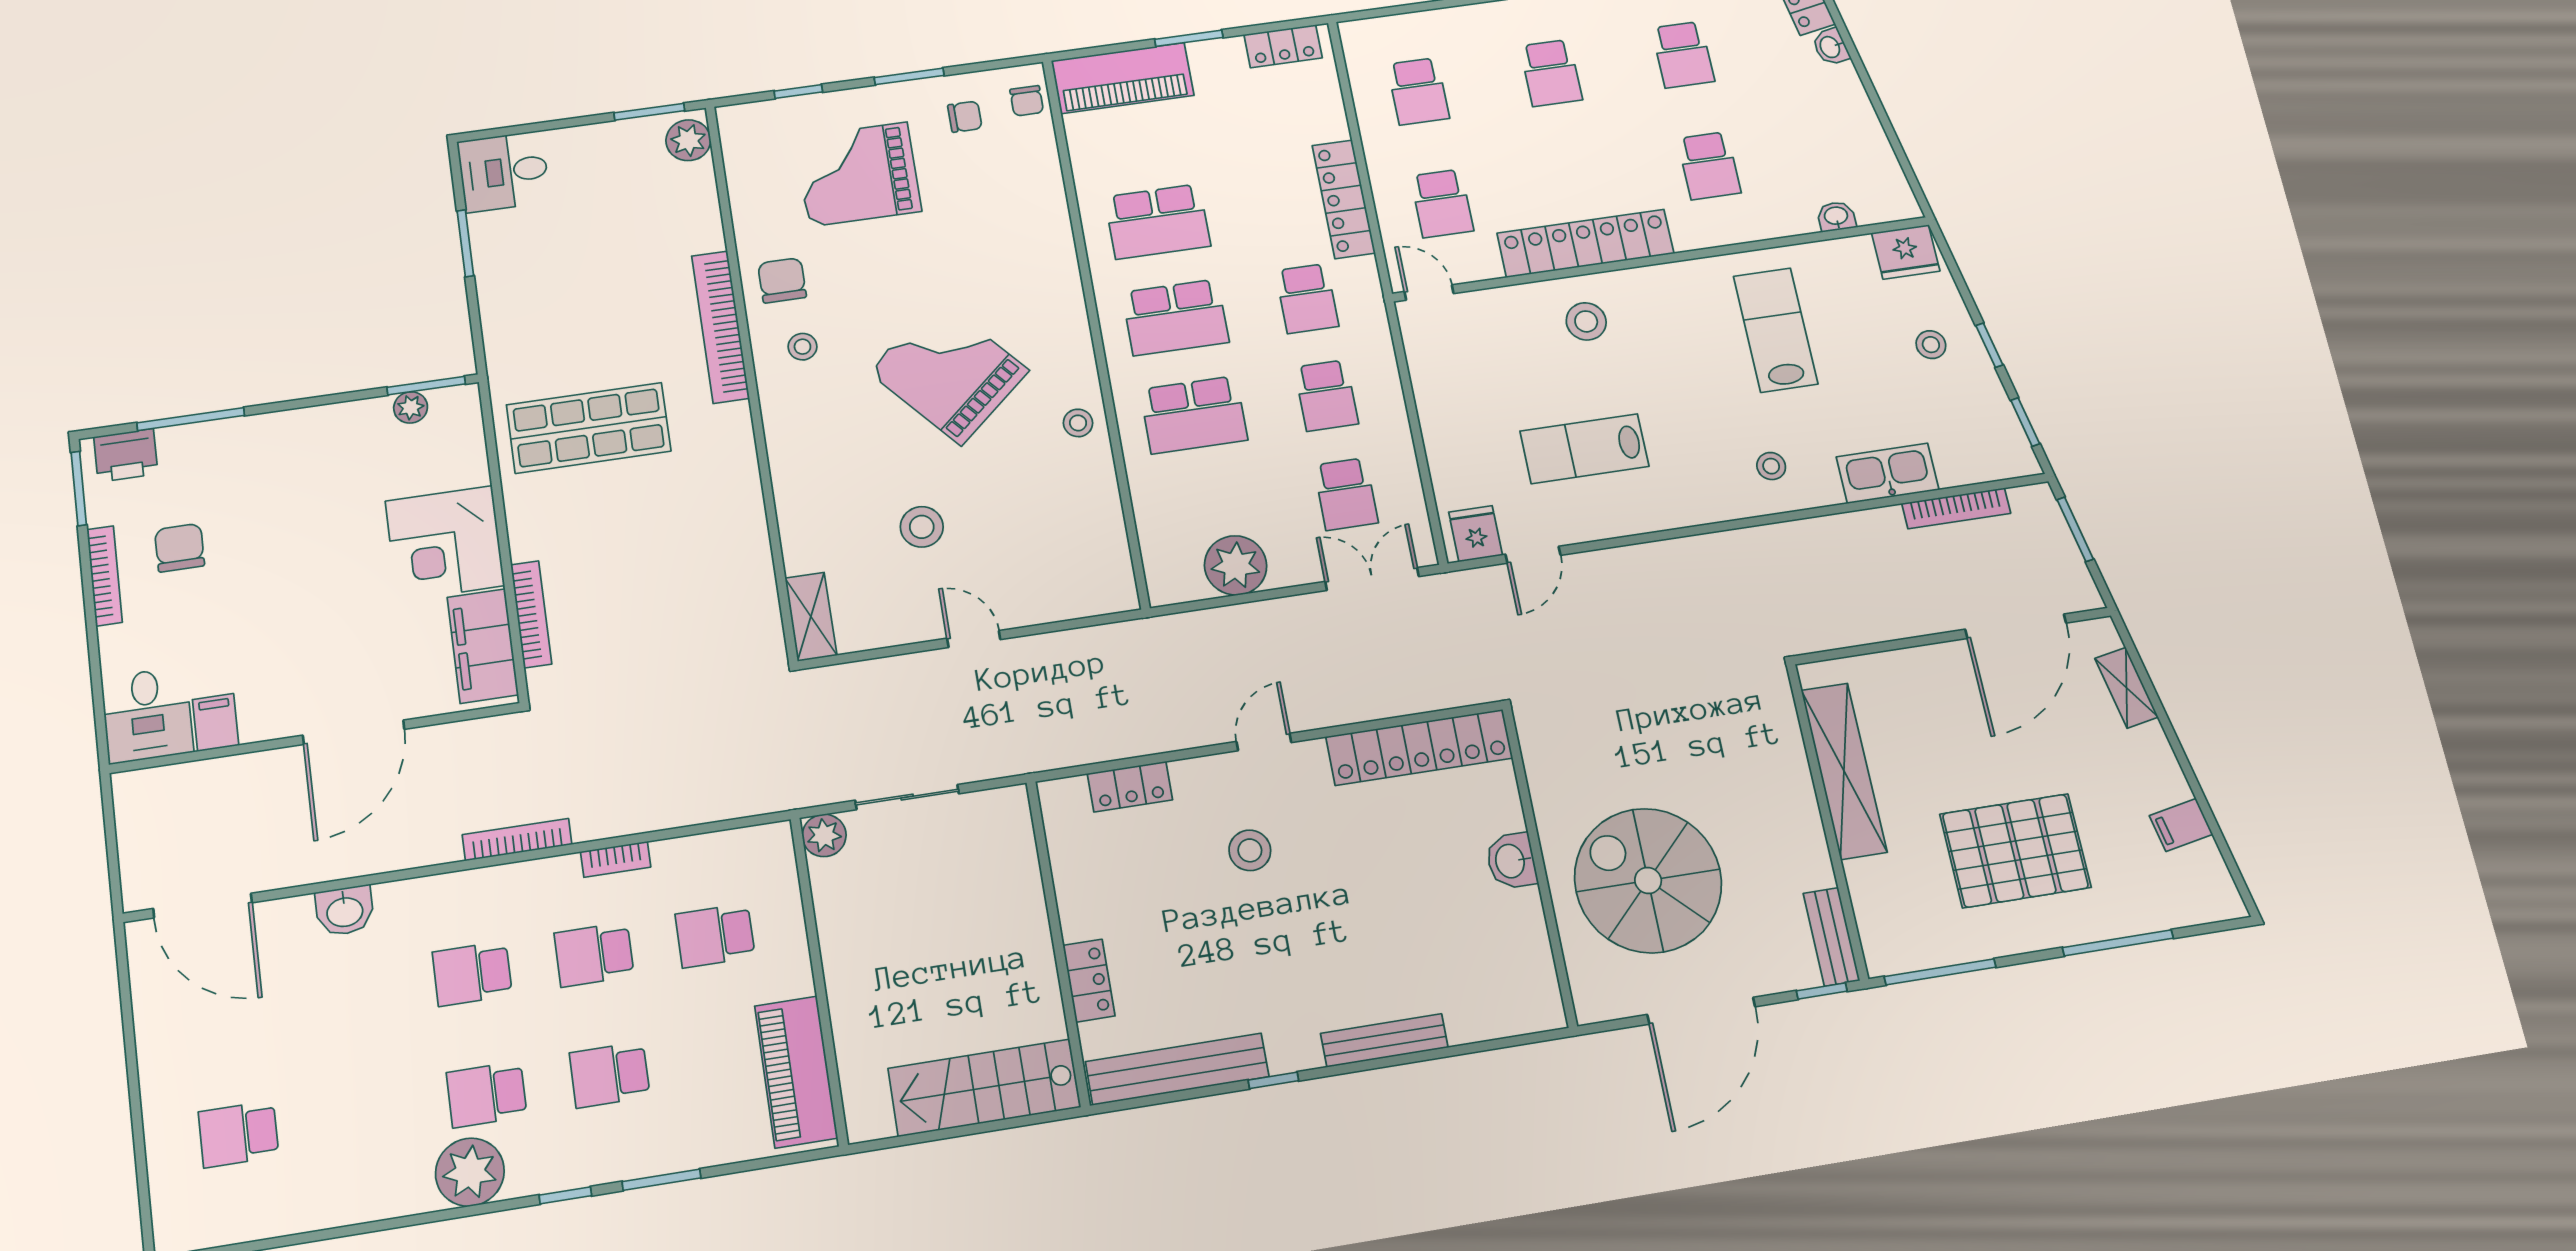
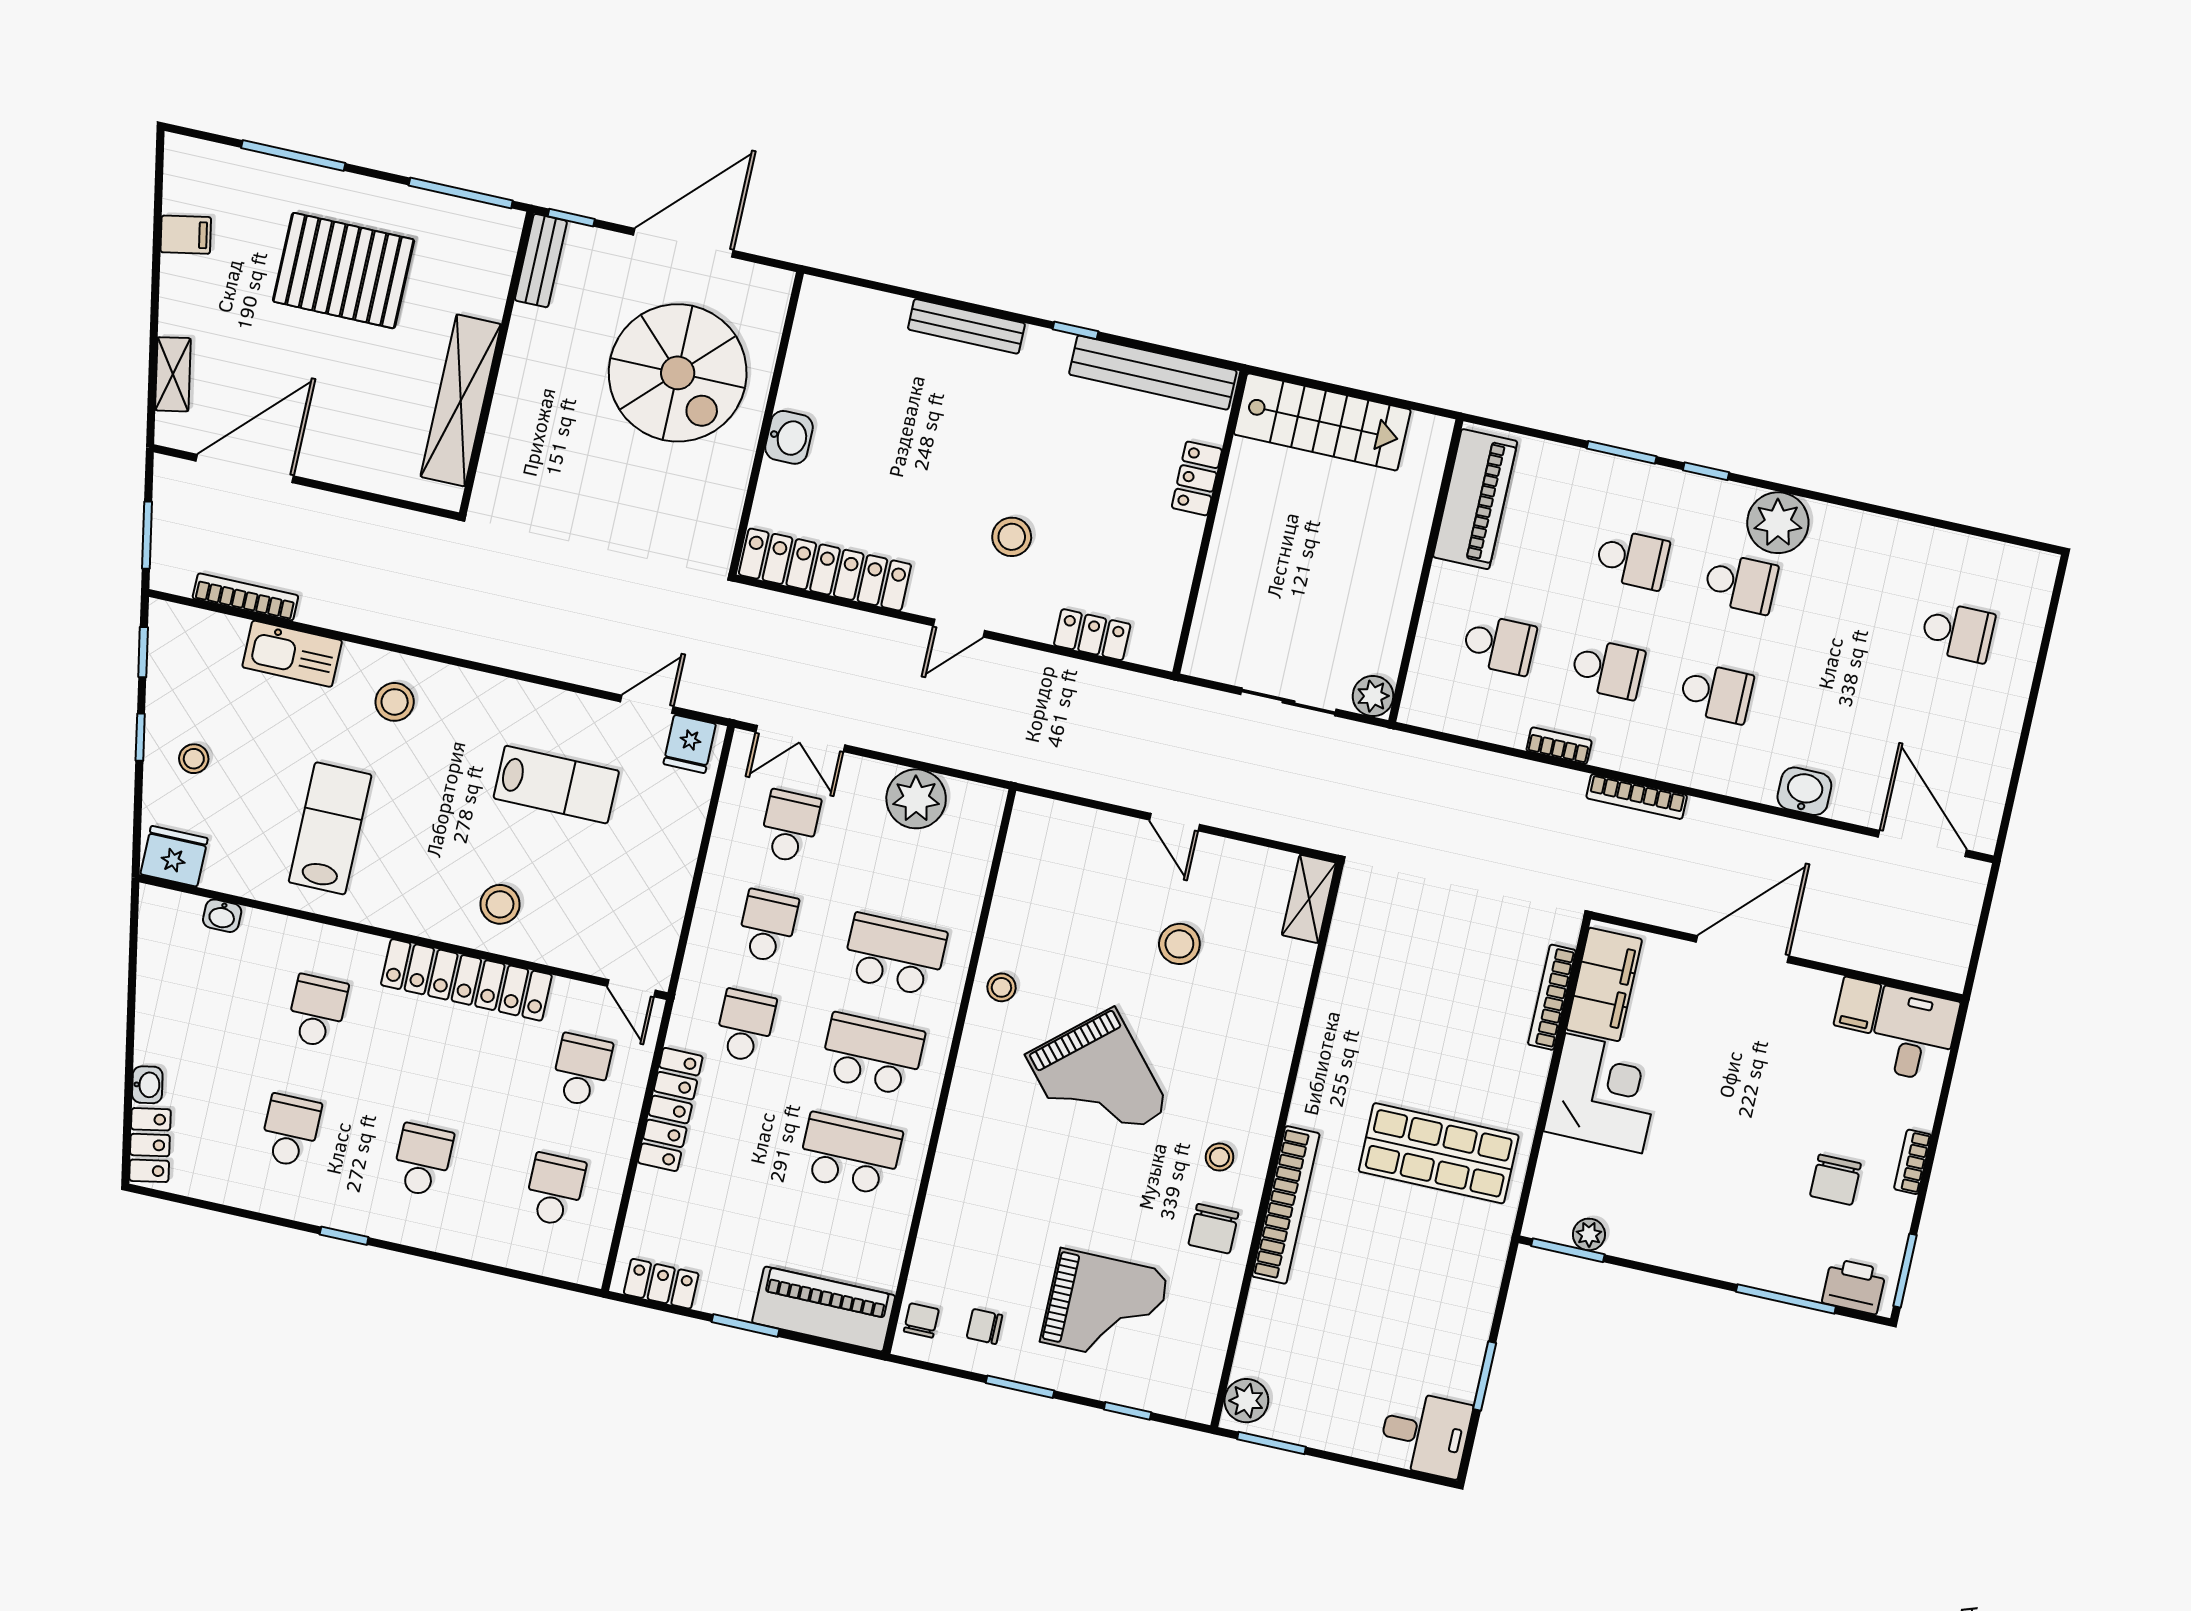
lab bench: (1776, 330) -> (330, 828), turned 180
stool: (1771, 466) -> (395, 702), width x1.37, depth x1.37
bookcase: (105, 576) -> (1913, 1162), width x0.64

